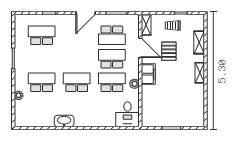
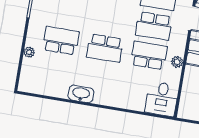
school desk: (112, 59) -> (154, 26), turned 180
school desk: (77, 82) -> (105, 48), turned 180

